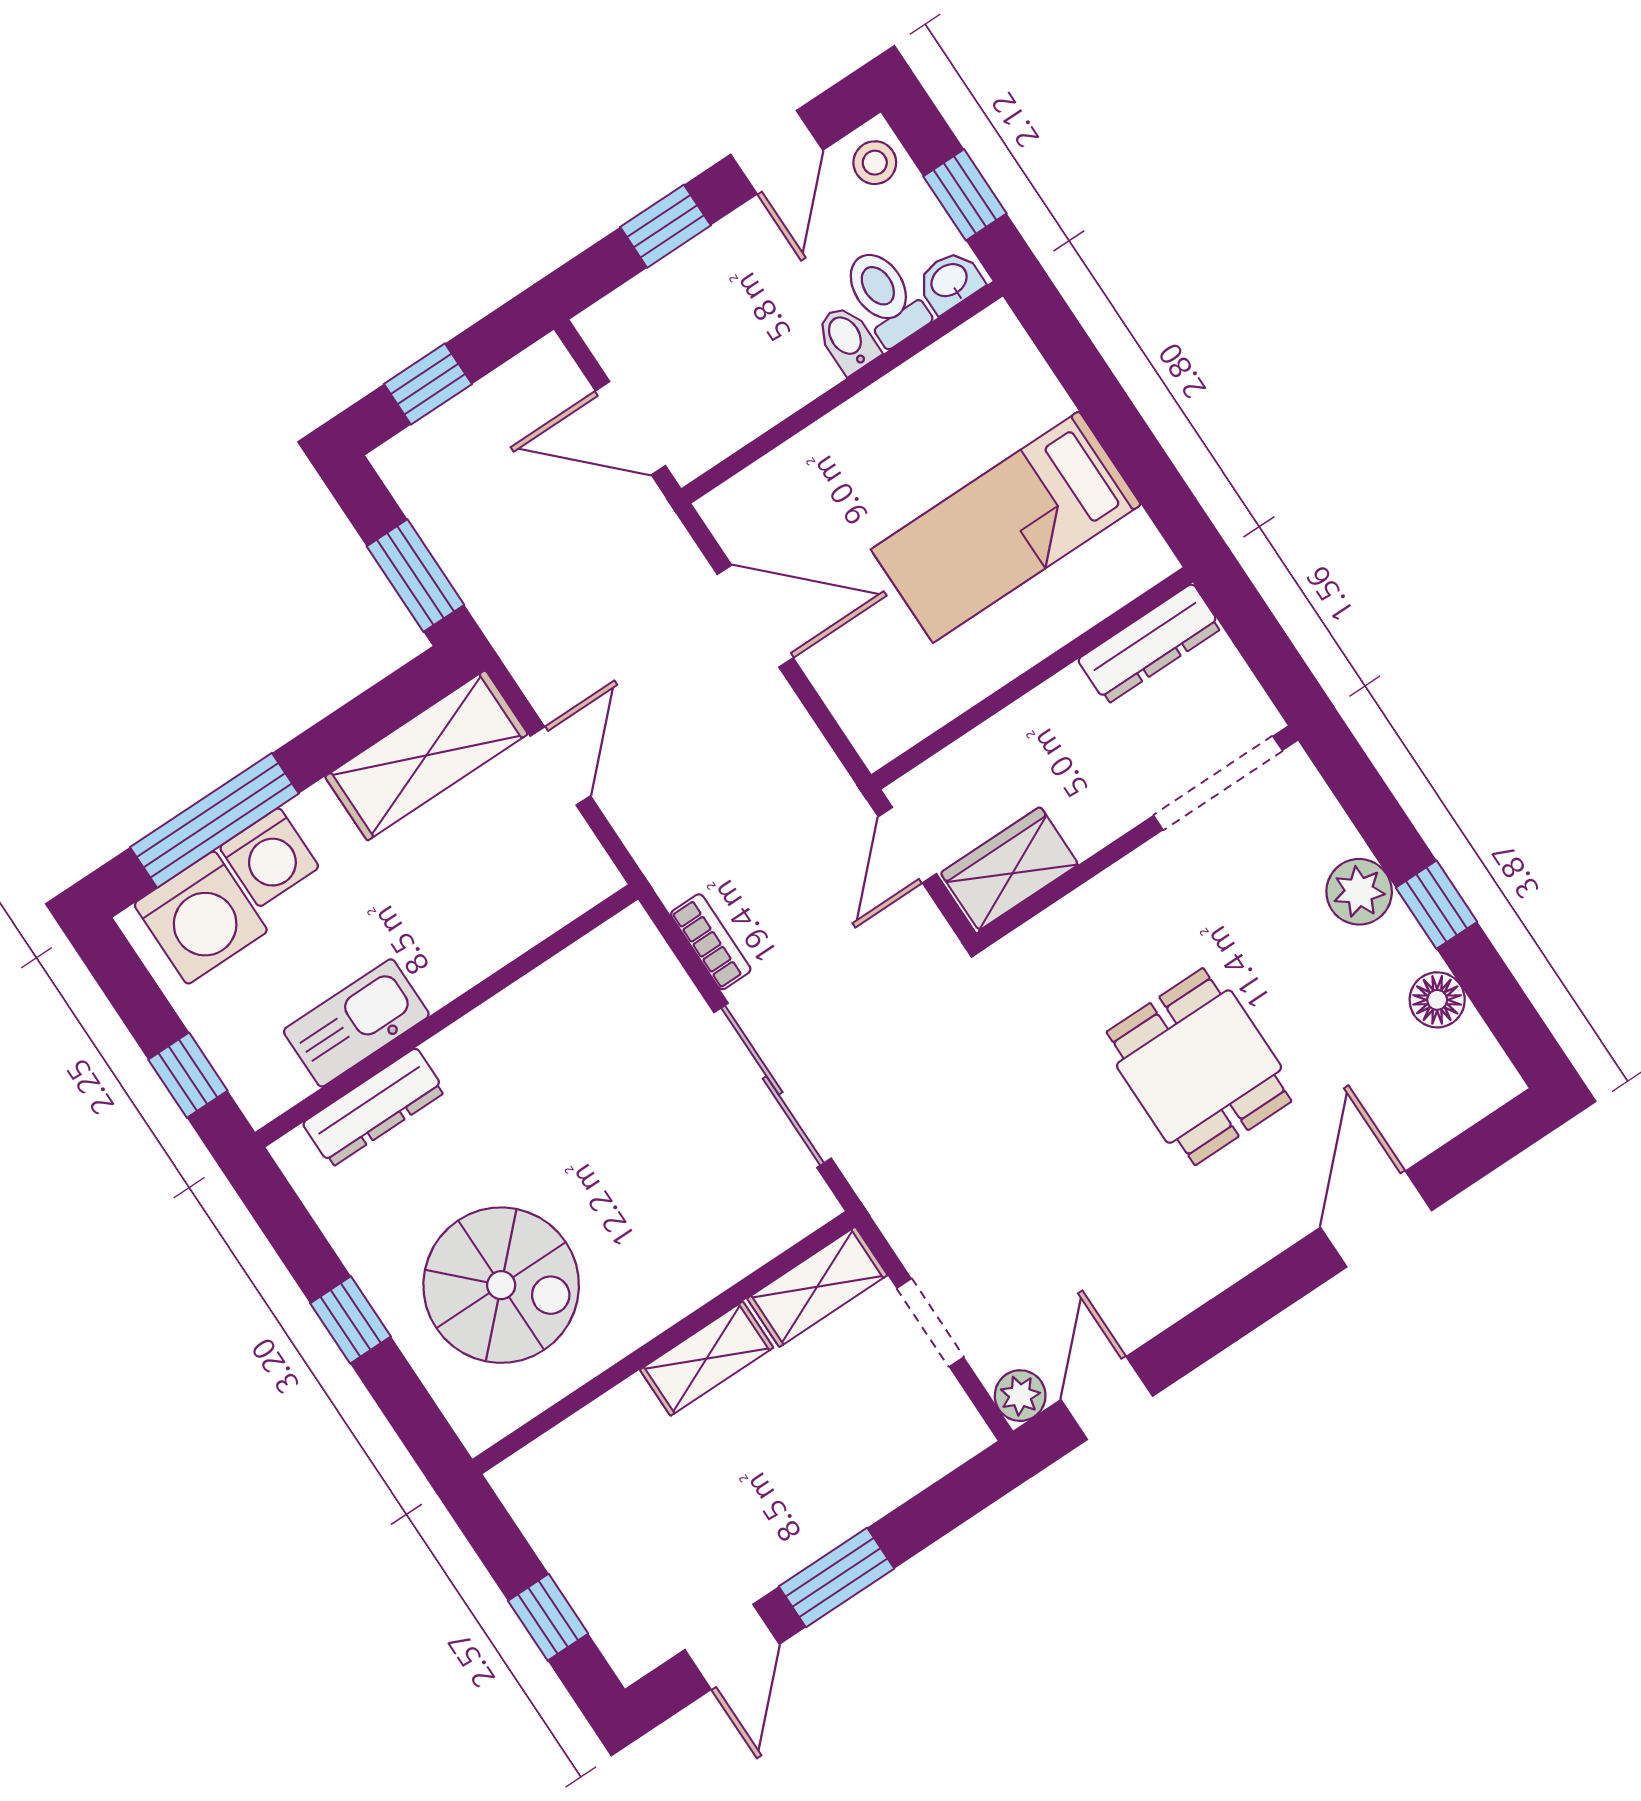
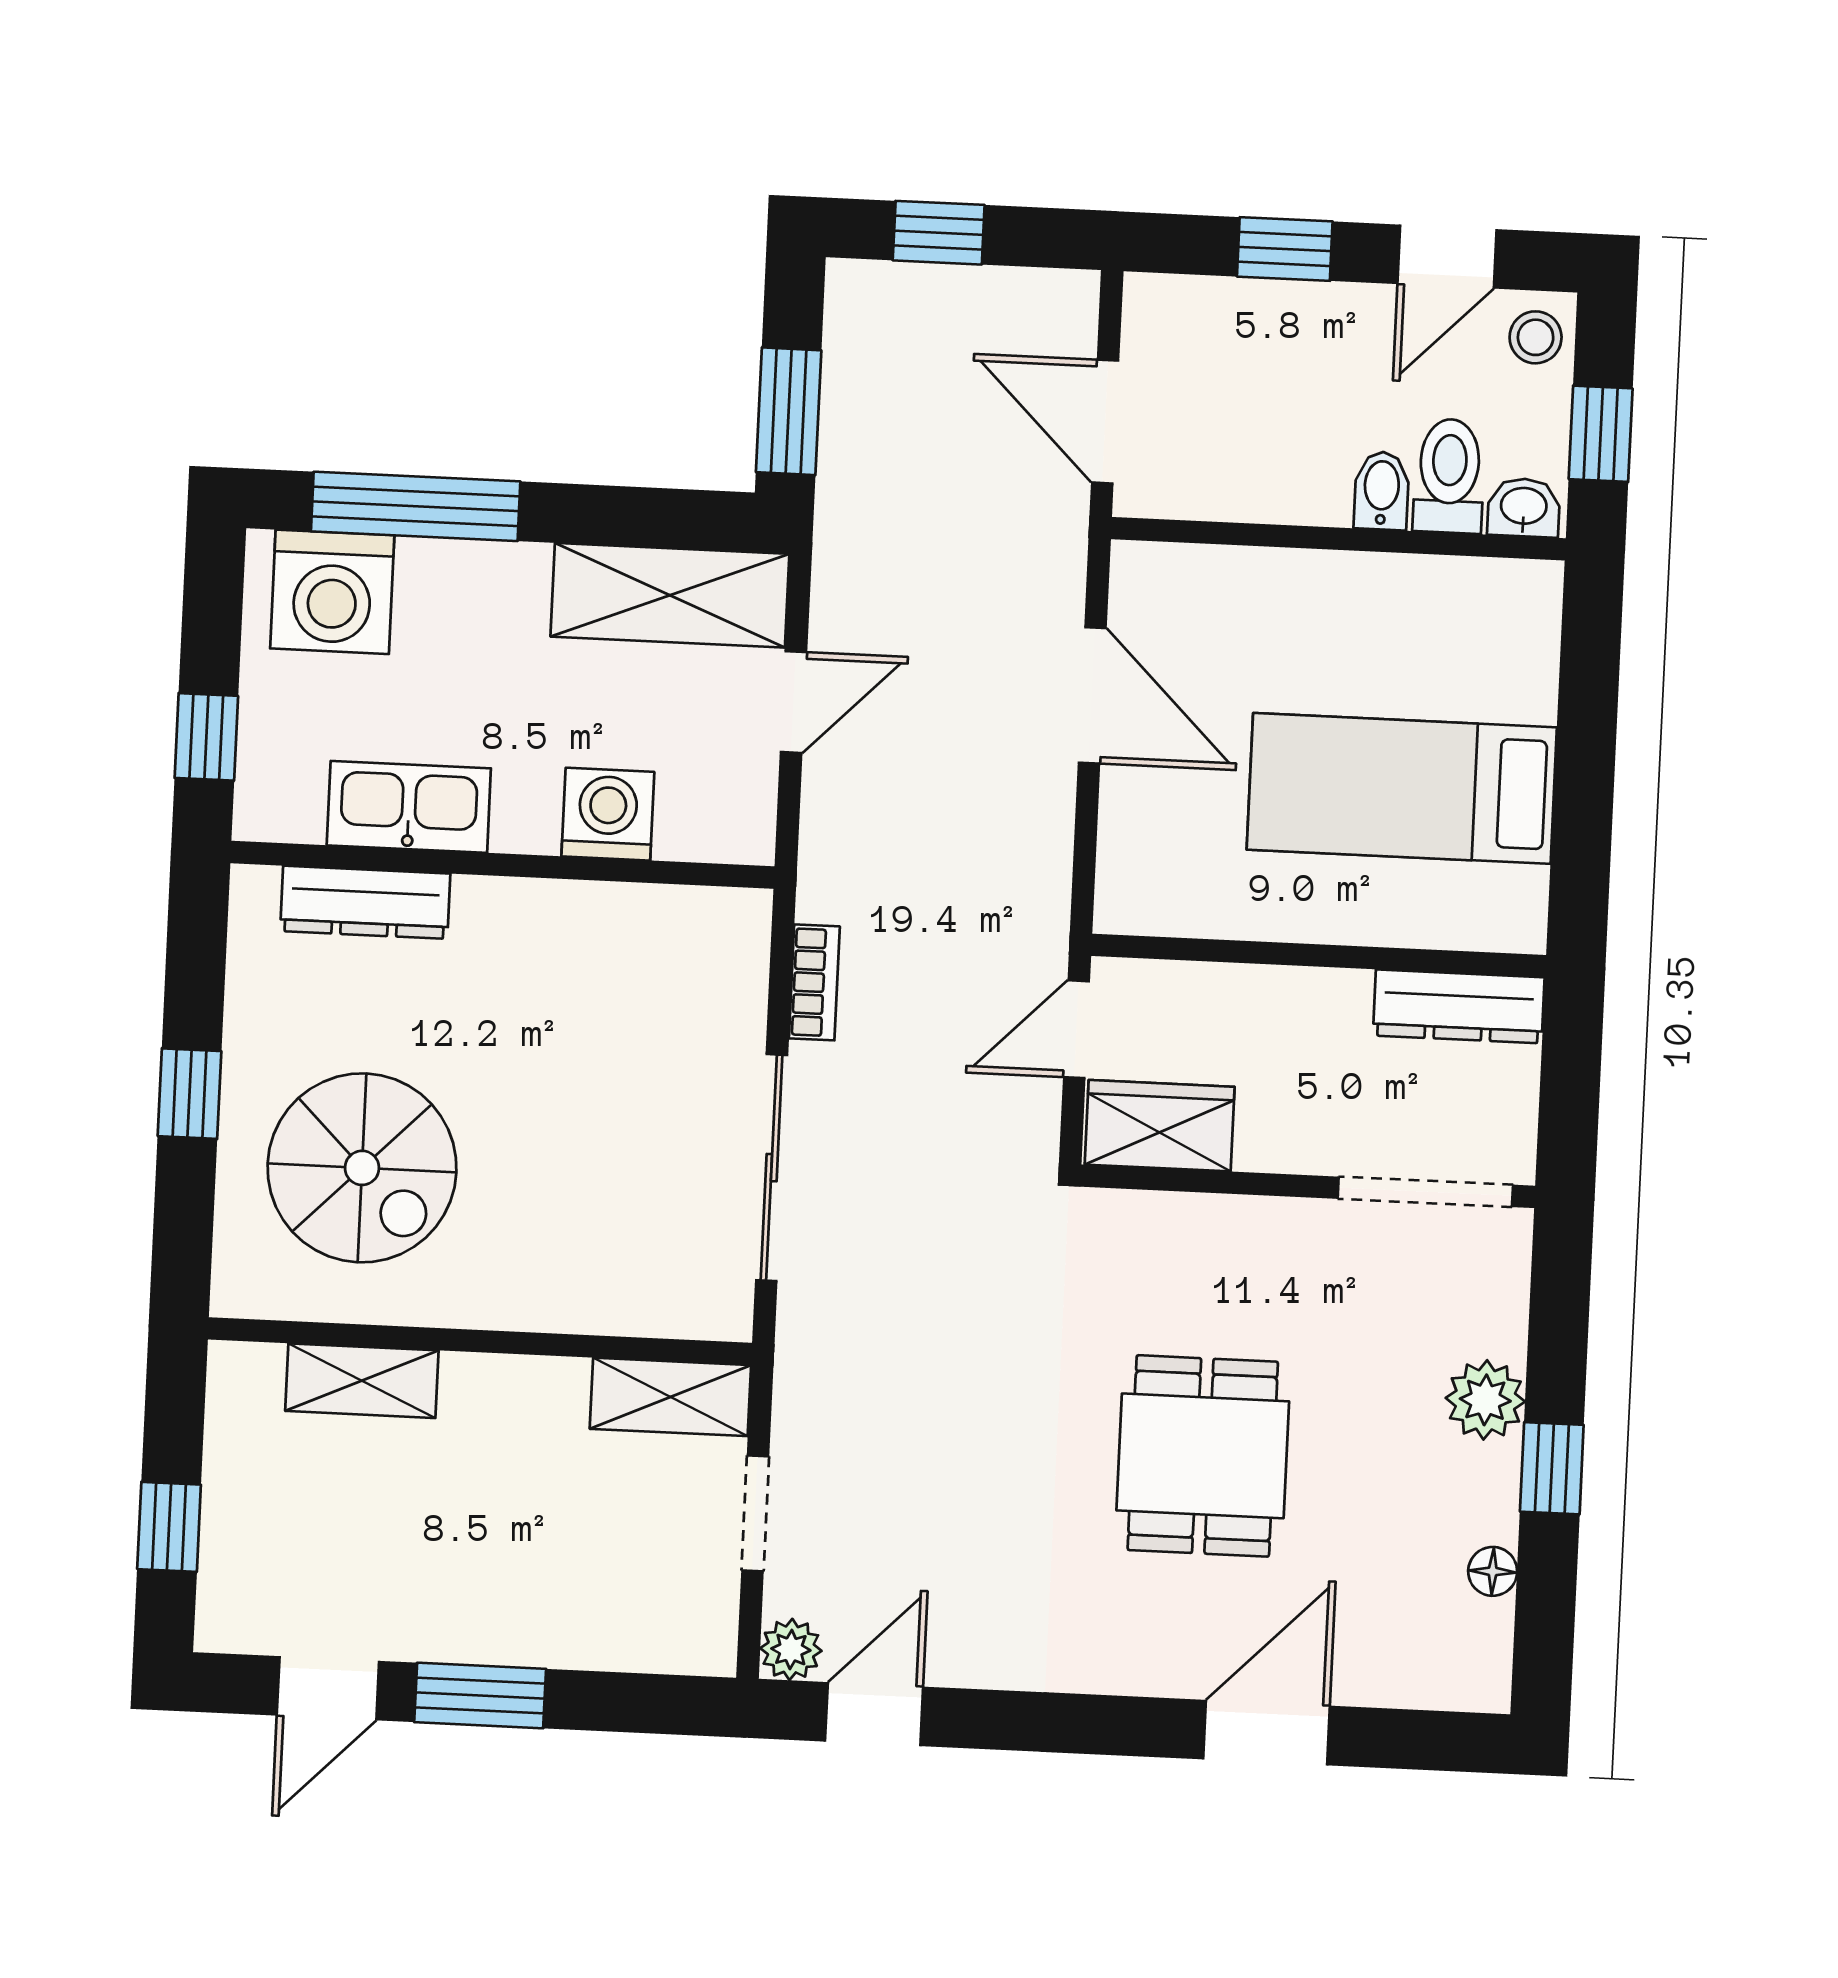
washing machine: (269, 857) -> (608, 814), moved, turned 180
floor lamp: (1437, 1000) -> (1493, 1571), width x0.73, depth x0.73
shelving: (707, 1359) -> (362, 1381), moved

